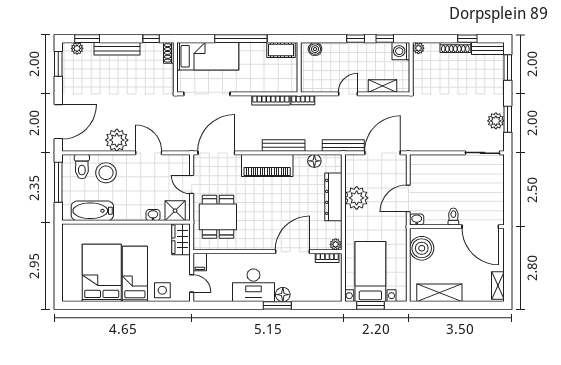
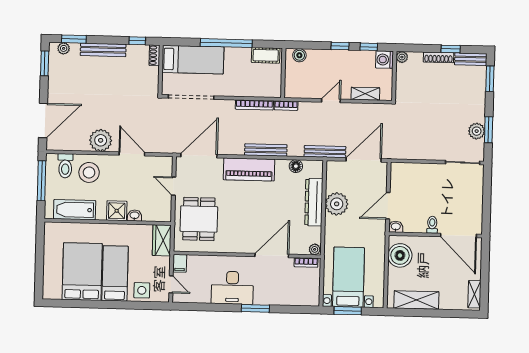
shower: (175, 211) -> (117, 211), moved
floor lamp: (283, 295) -> (261, 298), removed

